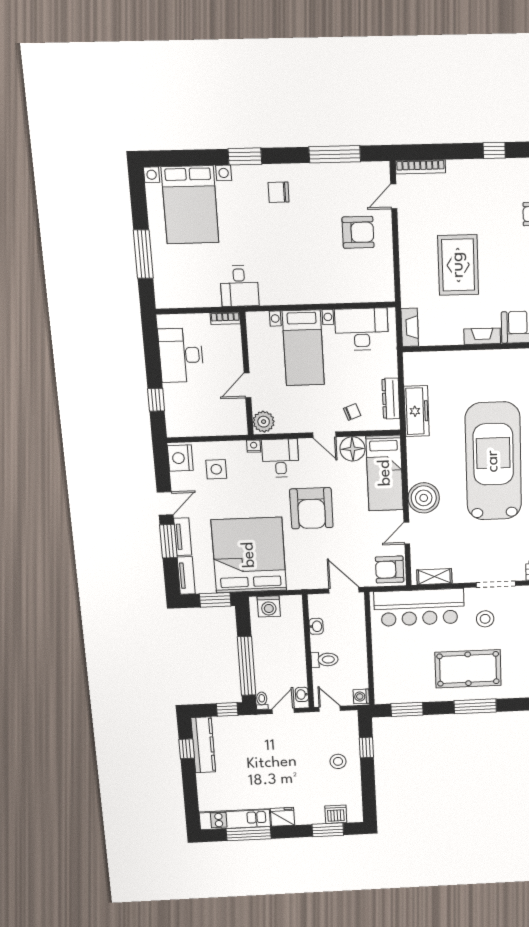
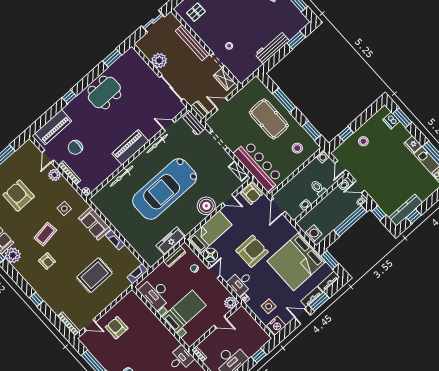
stool: (485, 619) -> (297, 148), moved

